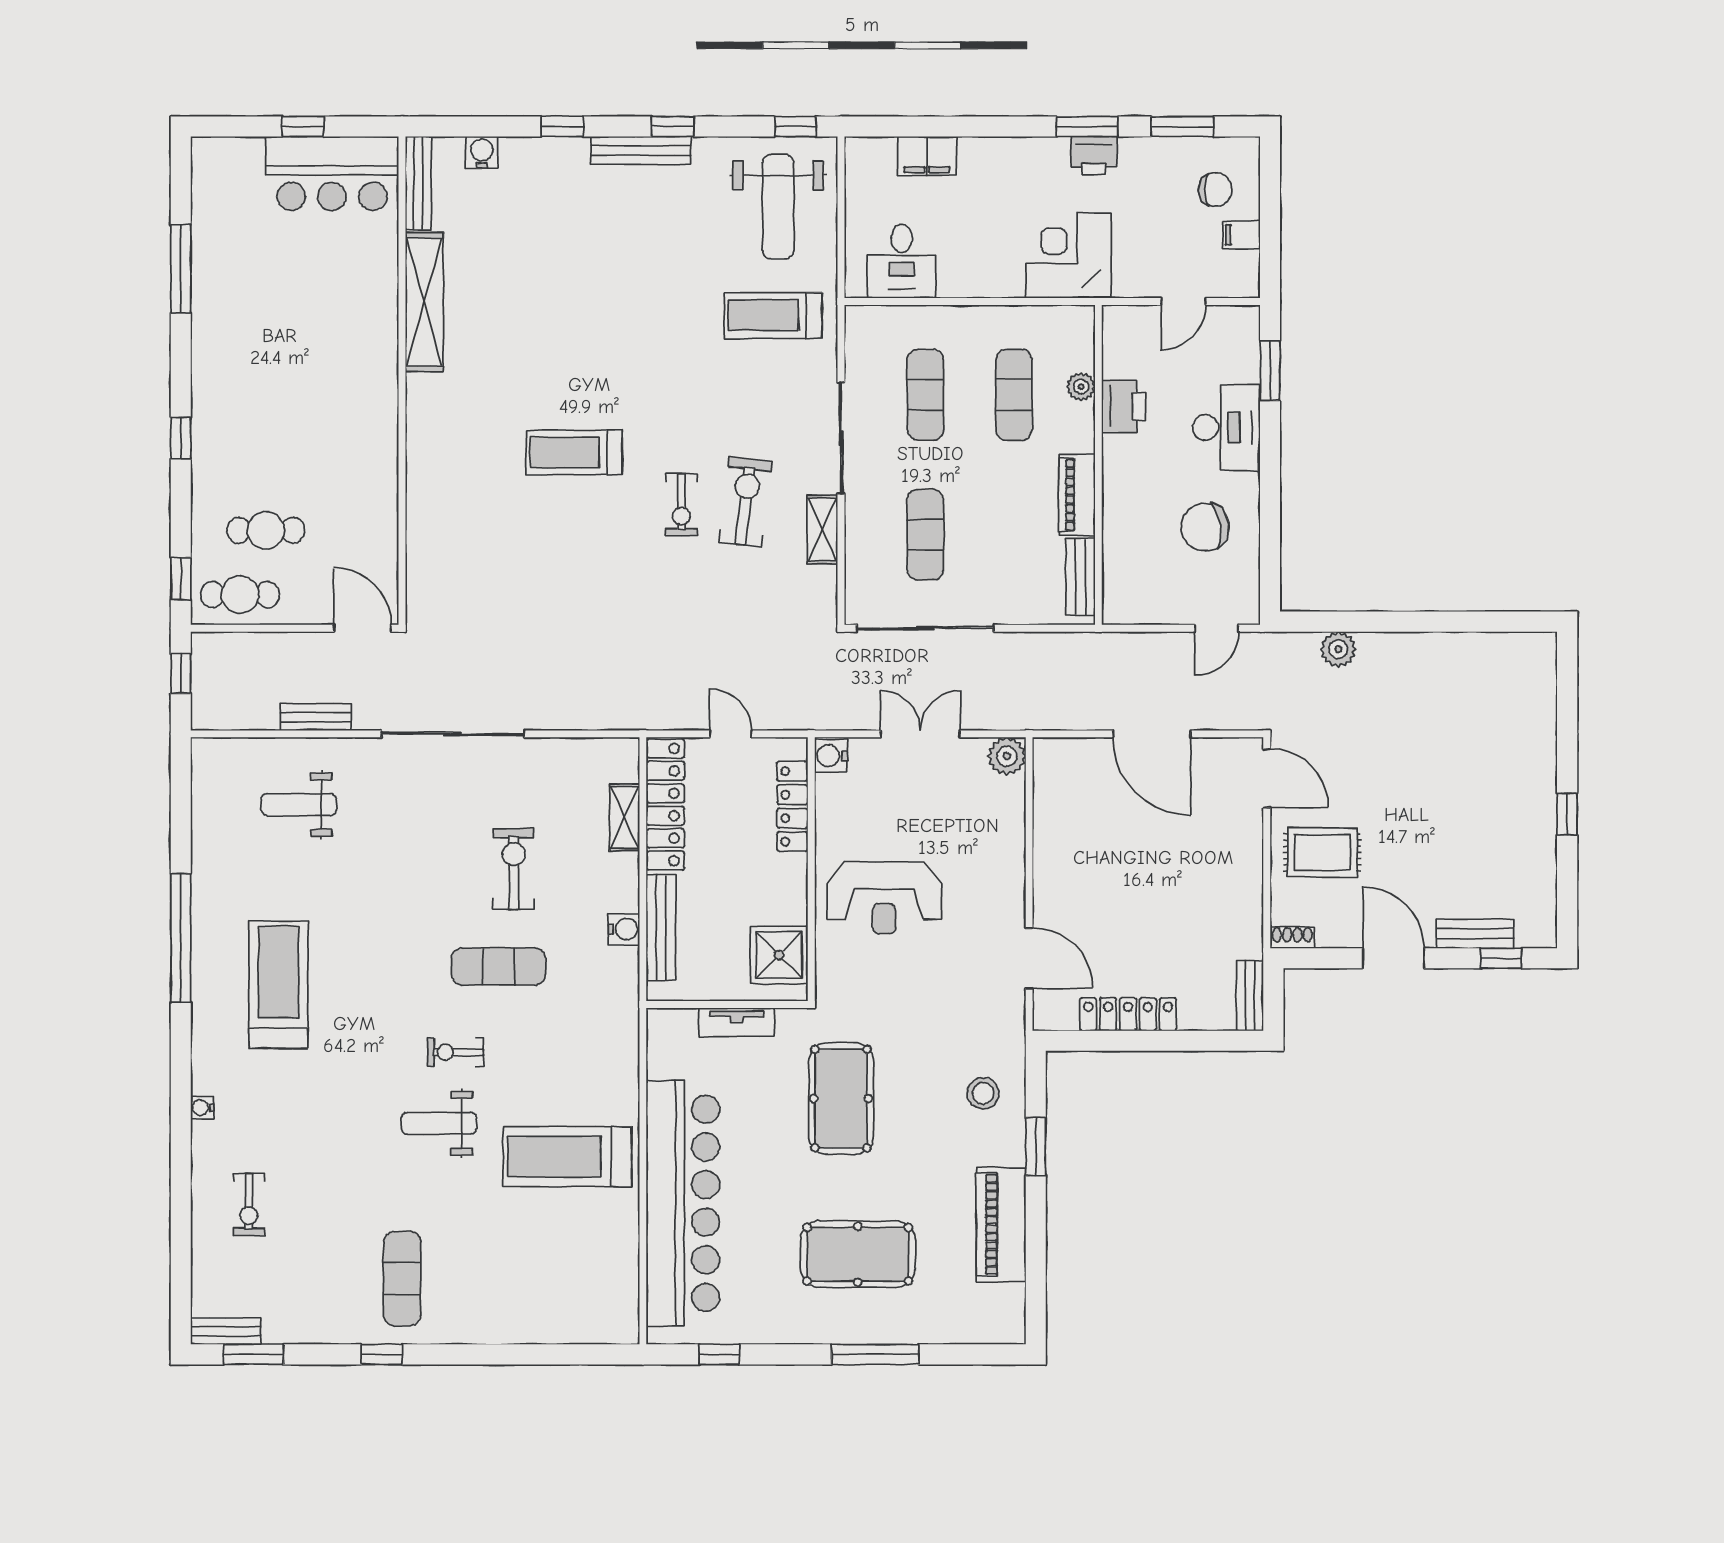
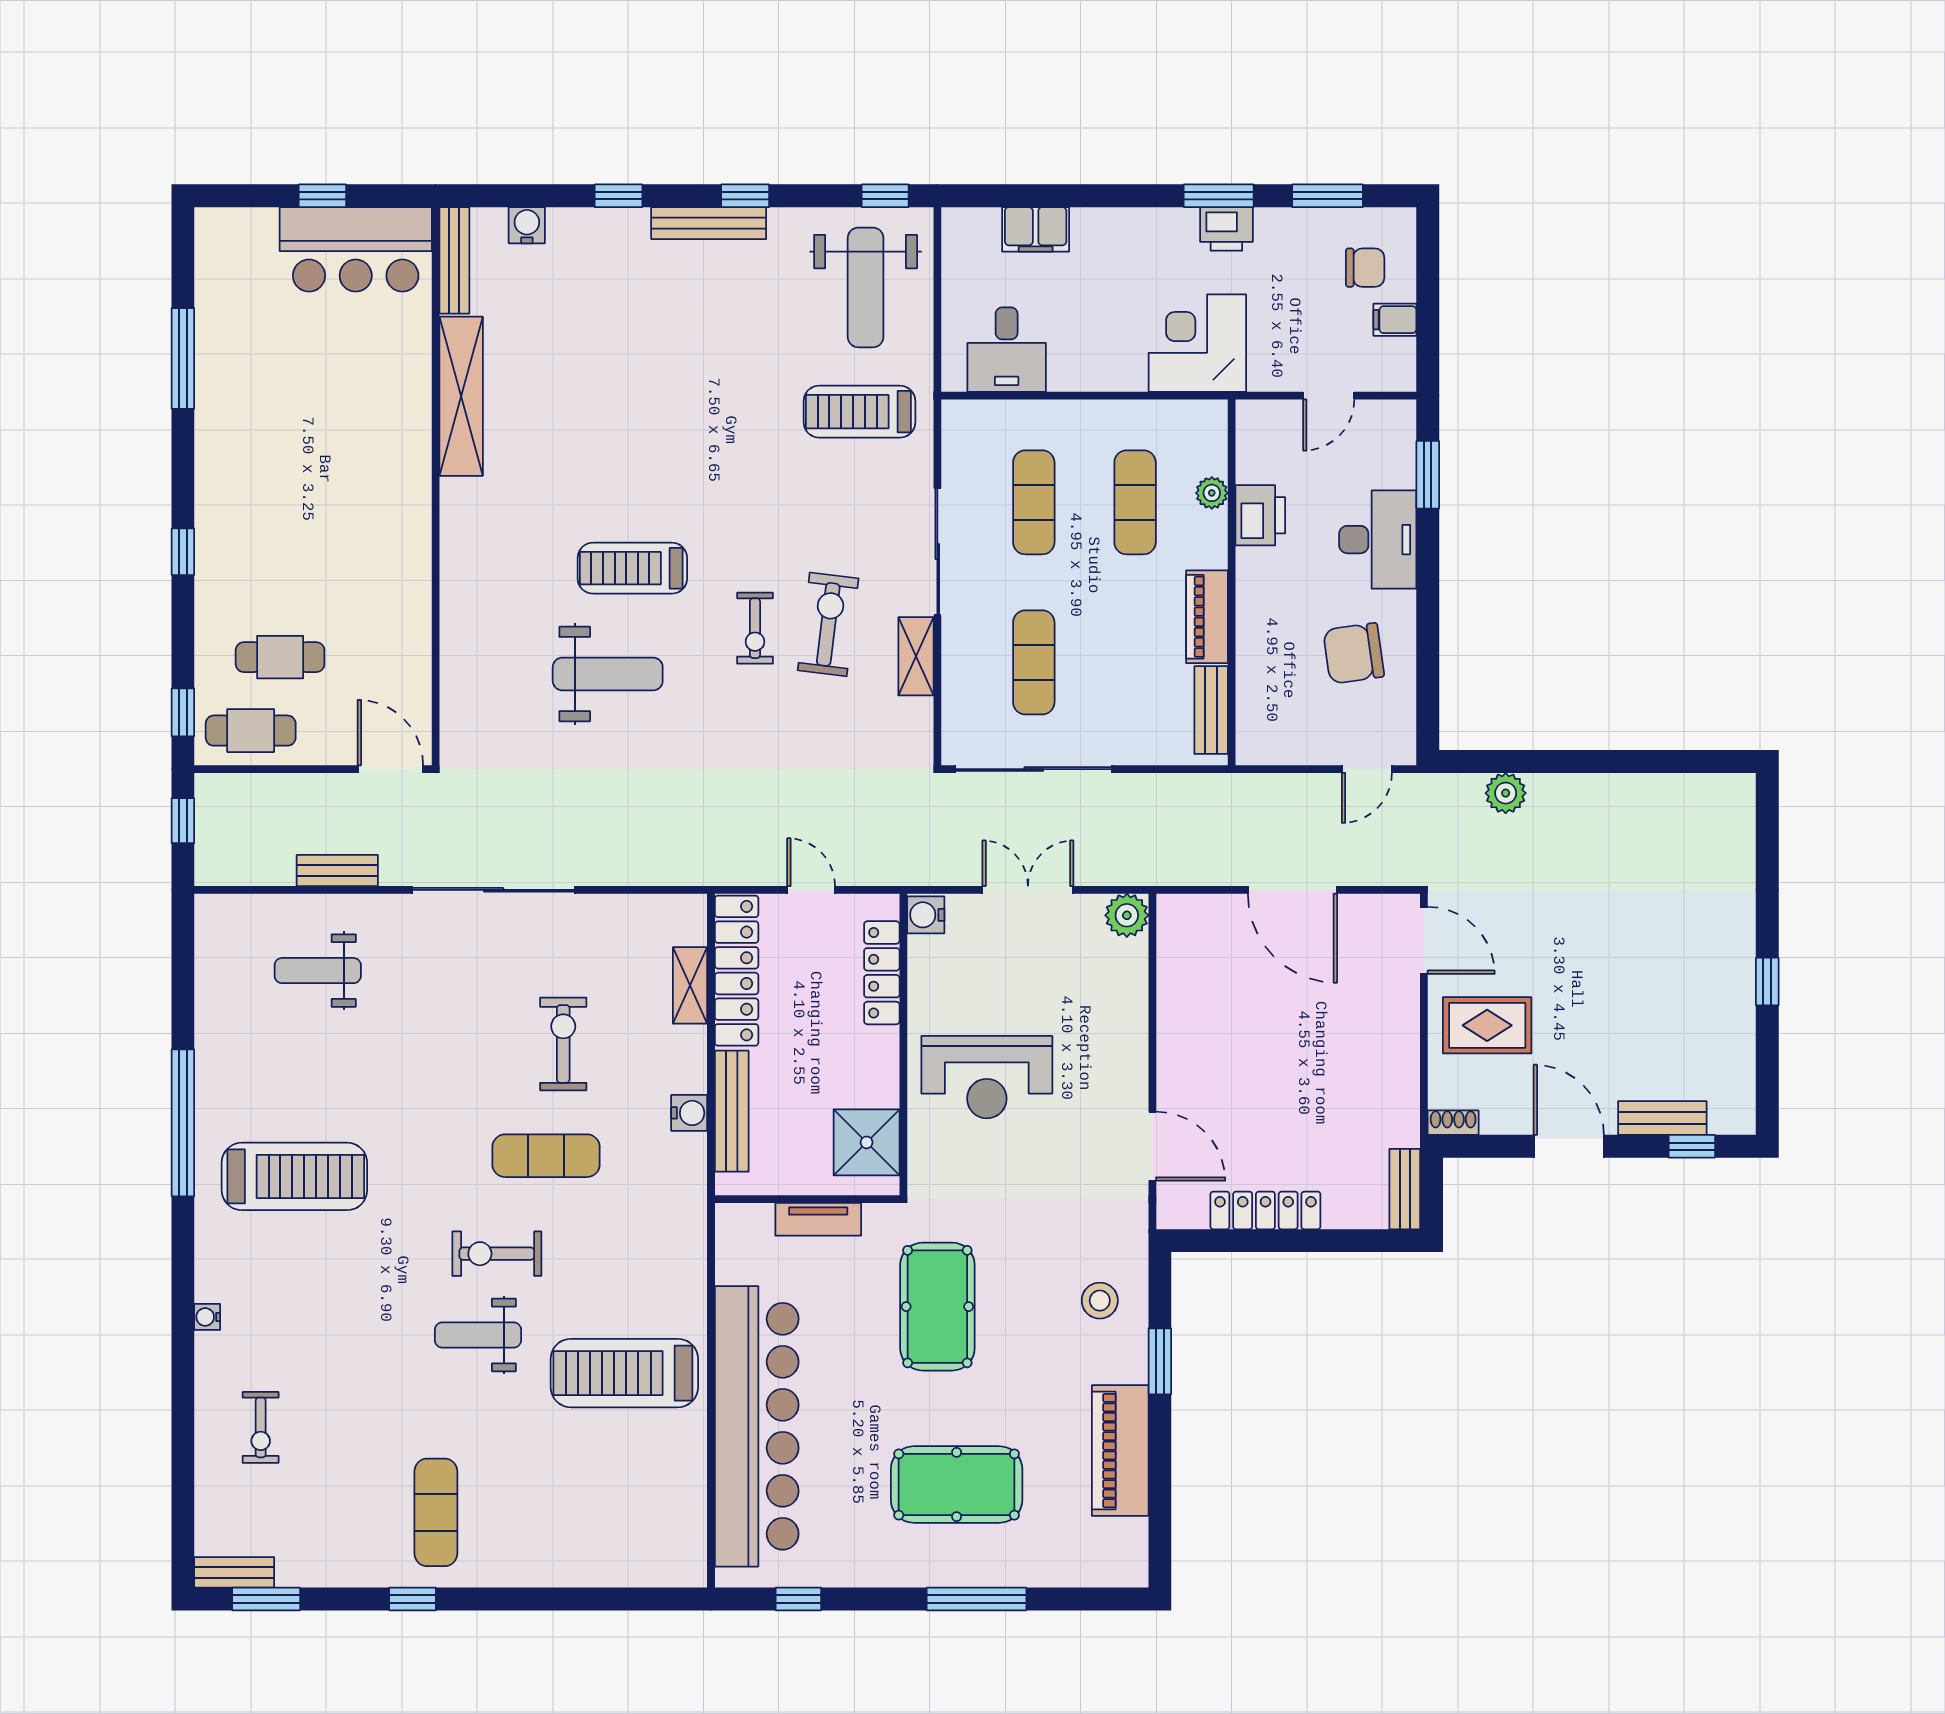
weight bench: (553, 545) -> (608, 674), added
treadmill: (278, 985) -> (294, 1176), turned 90
exercise bike: (456, 1052) -> (497, 1254), width x1.38, depth x1.39

